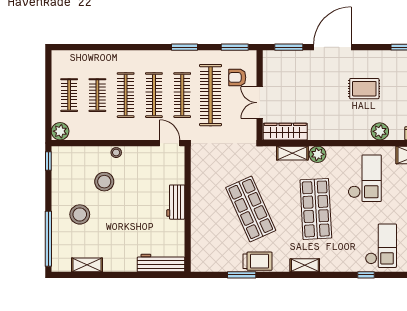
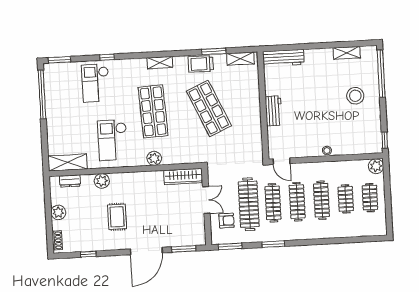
rug: (364, 89) -> (117, 217), turned 90
shelving: (292, 153) -> (240, 59), moved
stool: (104, 182) -> (336, 125), removed

